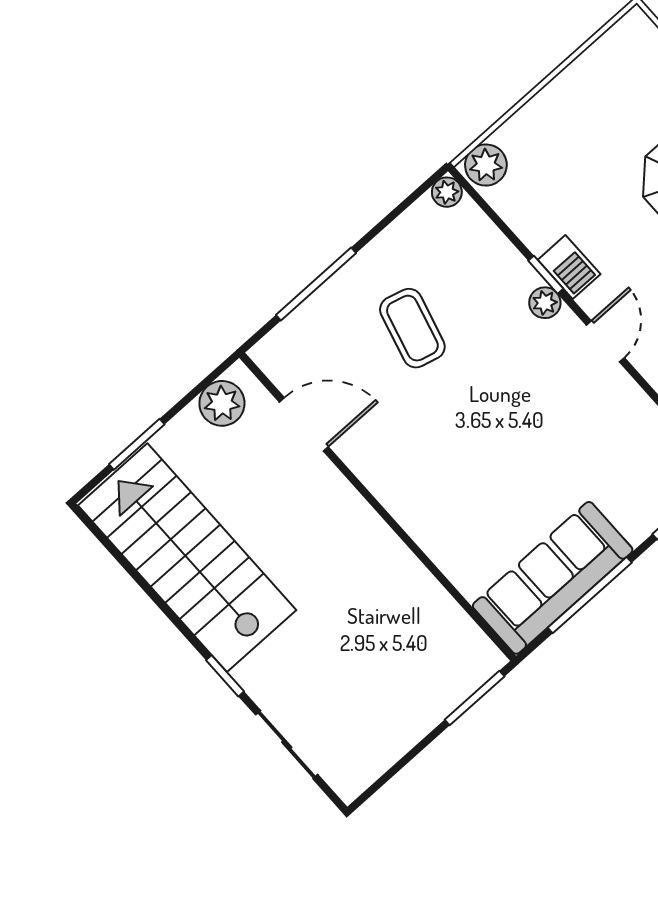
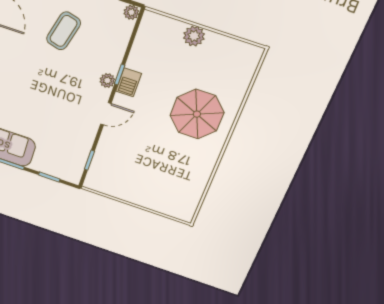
plant: (486, 165) -> (194, 36), moved

